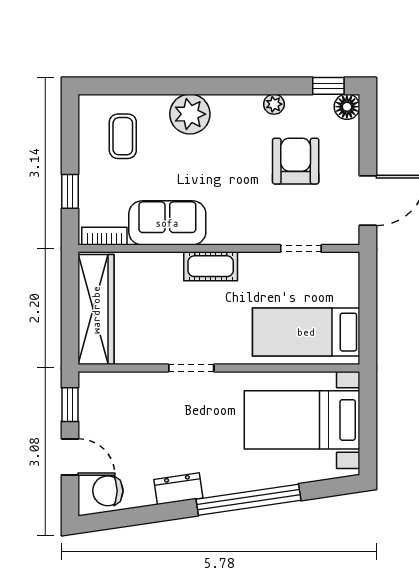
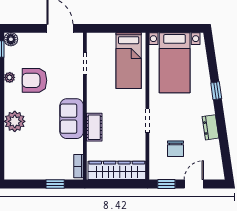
coffee table: (123, 136) -> (26, 156), removed
armchair: (296, 161) -> (34, 80), moved
sofa: (167, 223) -> (72, 119), moved
cot: (211, 266) -> (94, 127), moved
chair: (108, 491) -> (175, 149), moved
window: (248, 500) -> (216, 91), width x0.32

